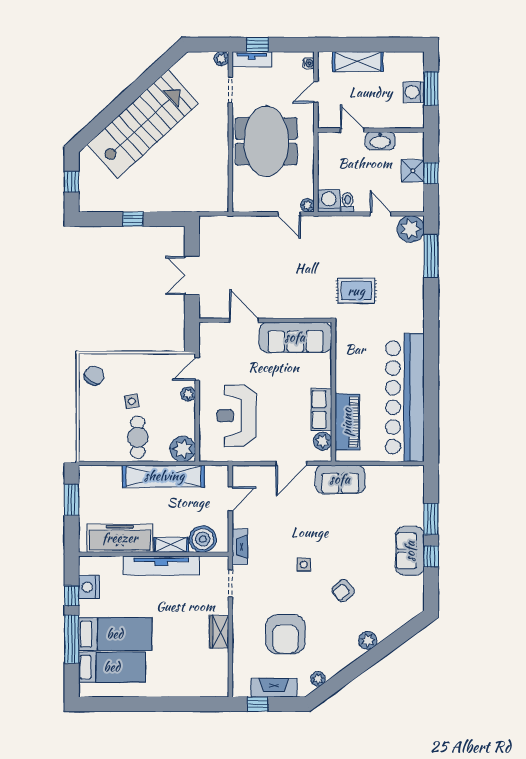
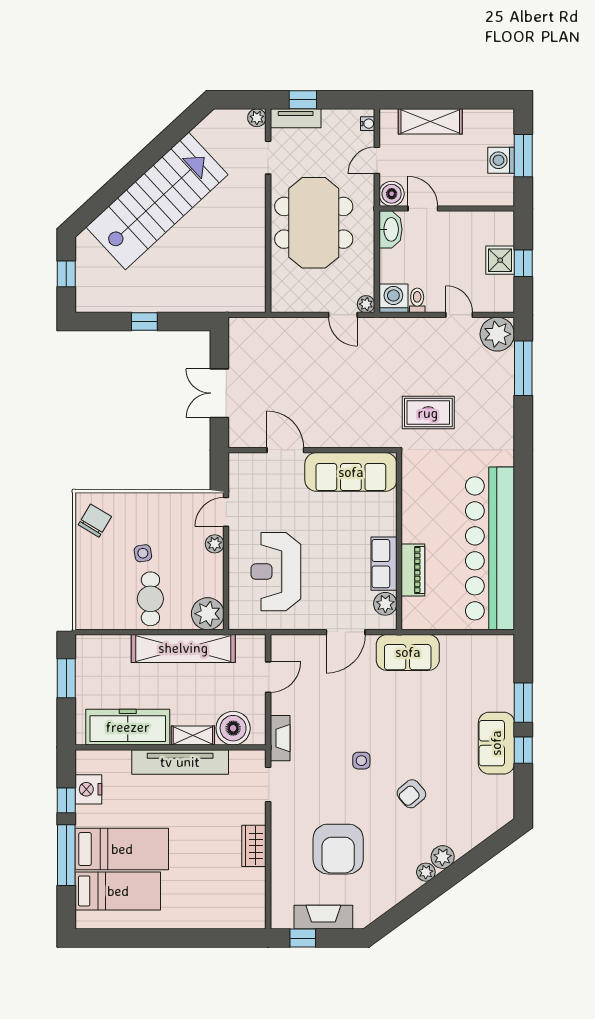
boiler: (327, 118) -> (392, 194), added
washbasin: (380, 141) -> (390, 229), moved, turned -90
piano: (347, 422) -> (413, 570), width x0.73, depth x0.75
plant: (318, 679) -> (426, 872), moved

